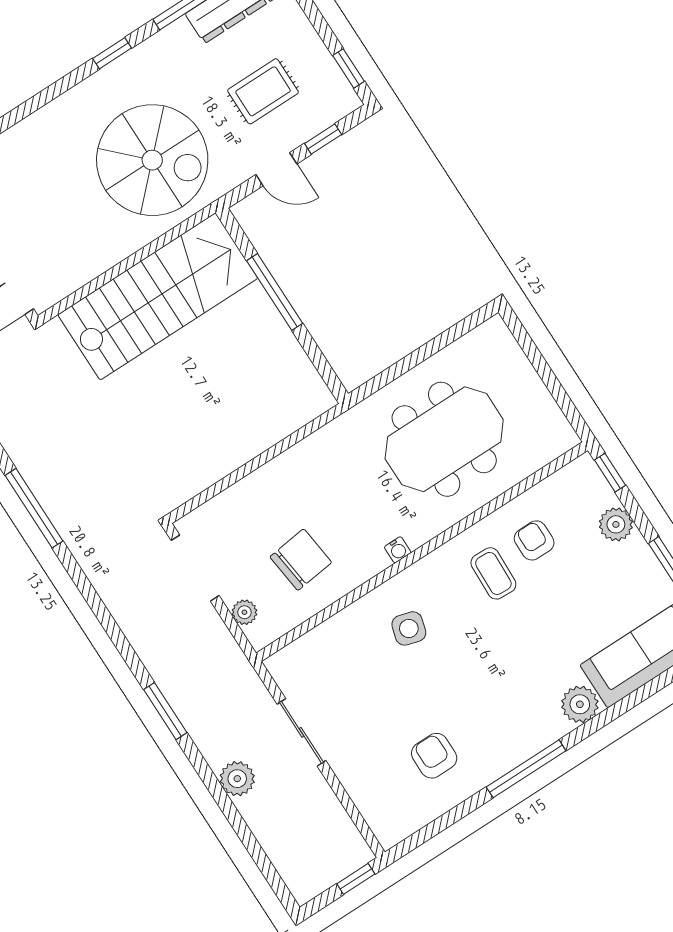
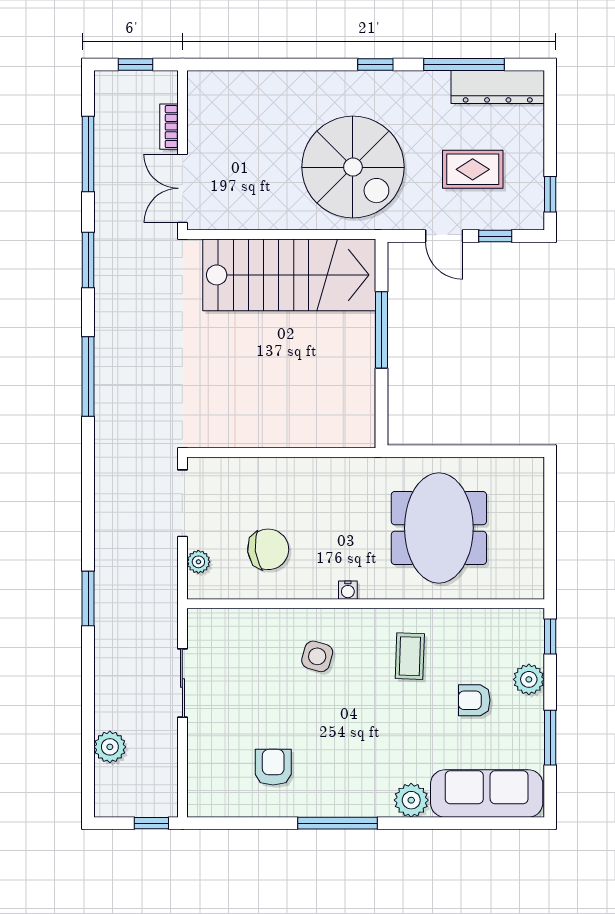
meeting table: (444, 439) -> (439, 528), turned 90
armchair: (534, 540) -> (474, 700), moved, turned -90
plant: (237, 779) -> (110, 747), moved

